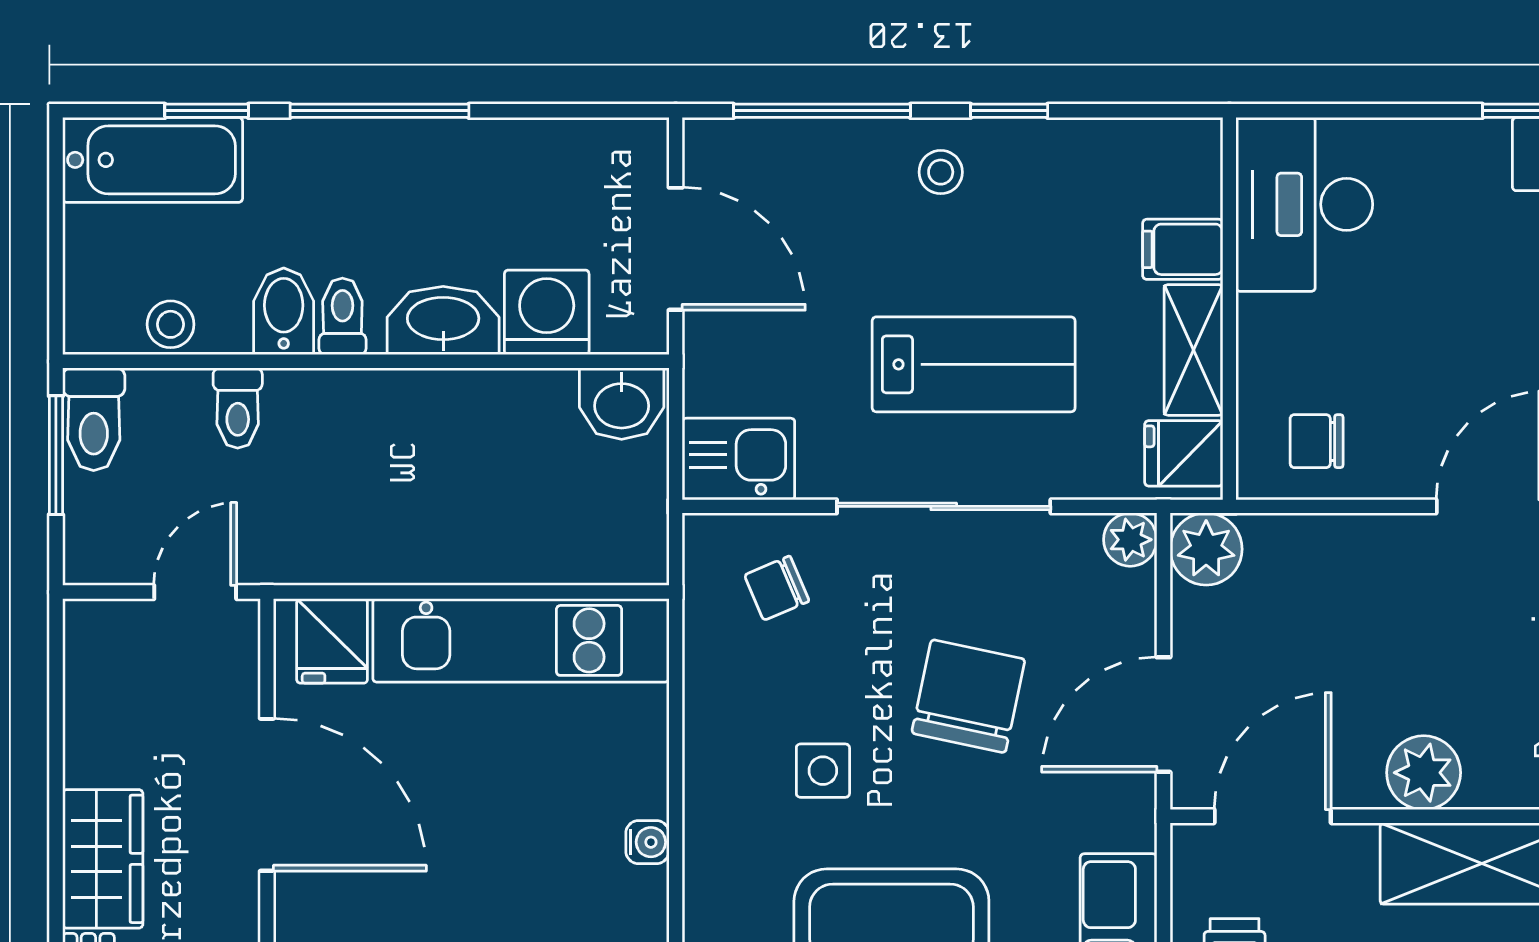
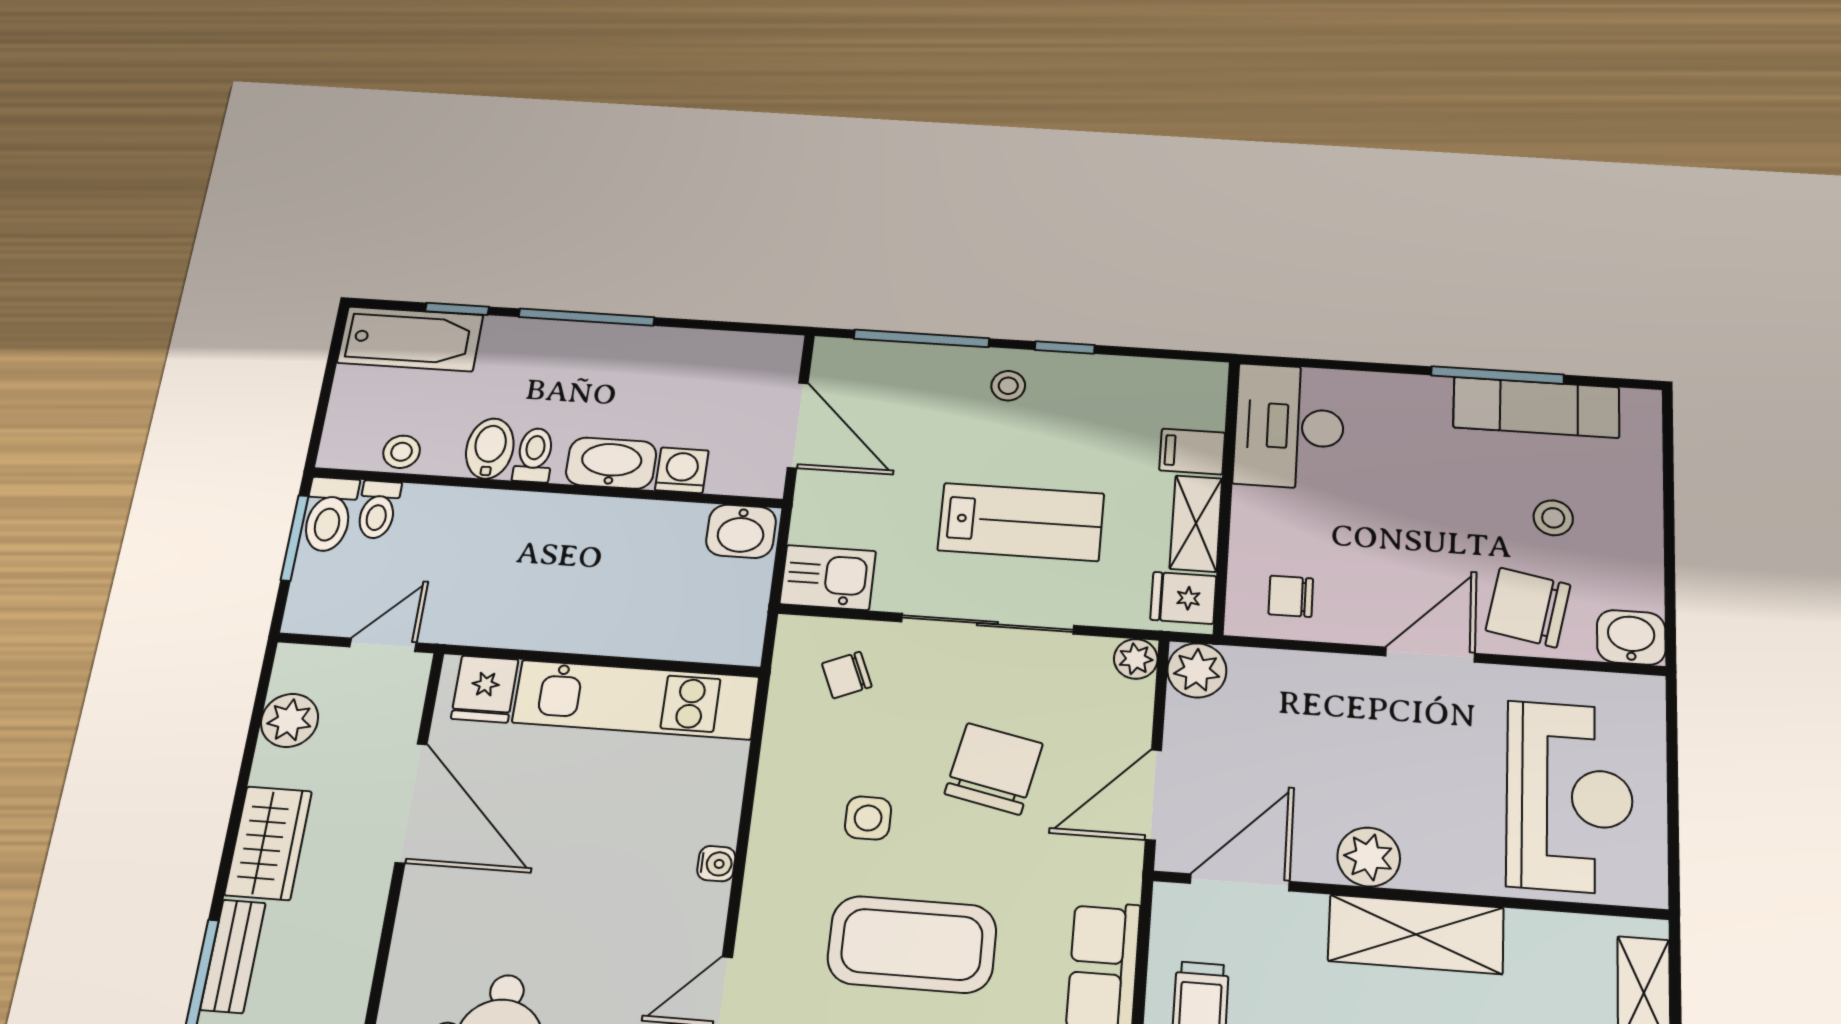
washing machine: (547, 312) -> (682, 470), width x0.73, depth x0.73
toilet: (238, 408) -> (378, 510), moved
plant: (98, 700) -> (290, 720), added

